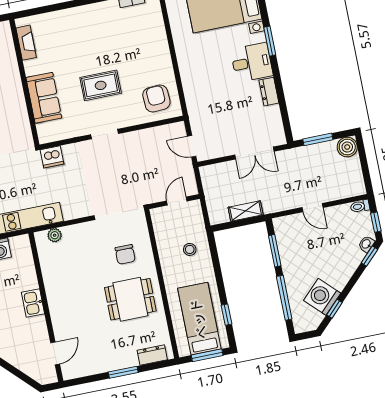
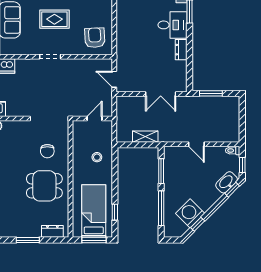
boiler: (347, 147) -> (232, 104), removed
washbasin: (366, 244) -> (227, 182), width x1.91, depth x1.45

